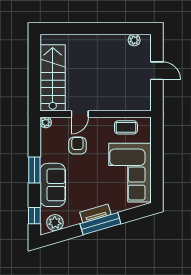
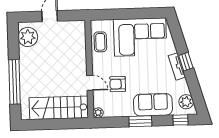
window: (84, 29) -> (15, 82), added
plant: (134, 40) -> (28, 37), width x1.88, depth x1.88
window: (100, 224) -> (186, 62), width x0.46

